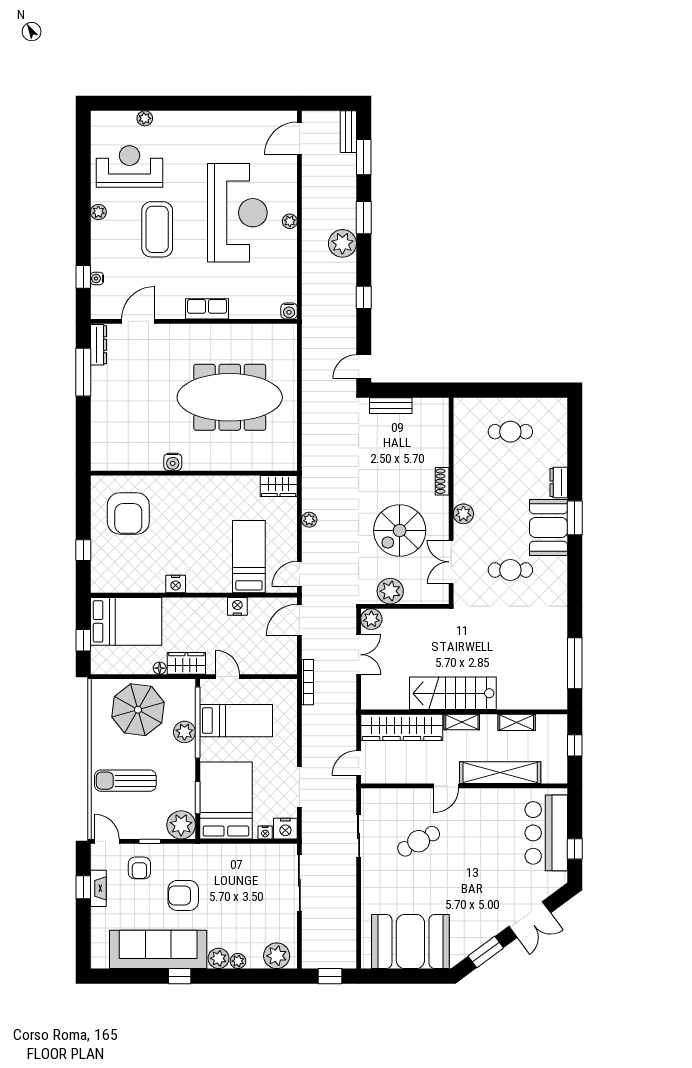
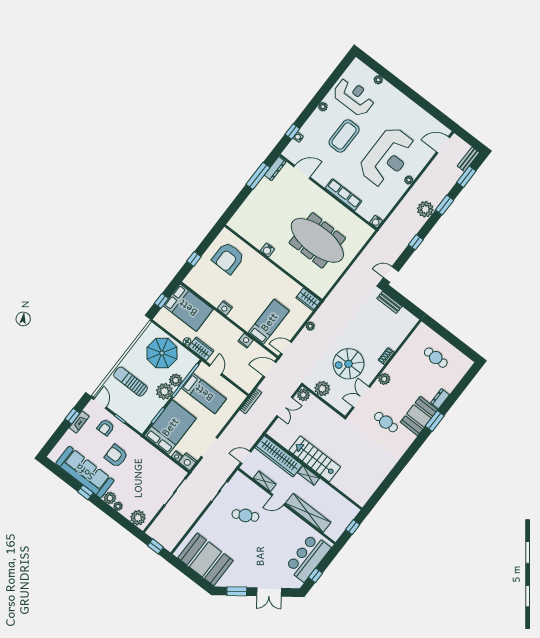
row of seats: (207, 309) -> (343, 195), width x1.48
window: (575, 663) -> (382, 489), removed
shelving: (517, 722) -> (265, 481), moved
plant: (181, 825) -> (164, 391), moved

